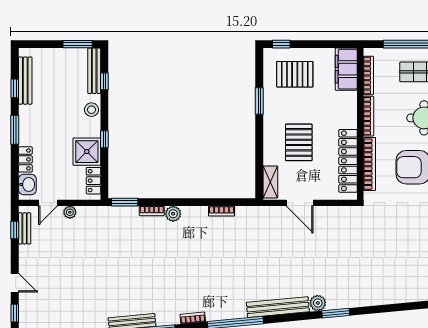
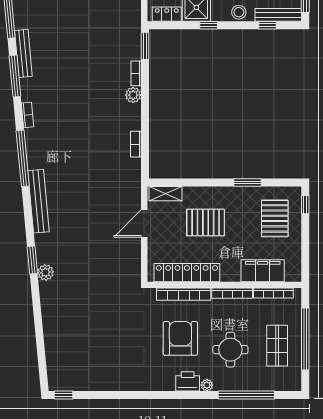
filing cabinet: (346, 69) -> (263, 271), moved
plant: (318, 303) -> (46, 272), moved

